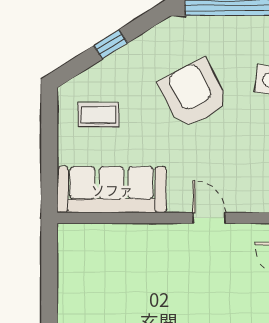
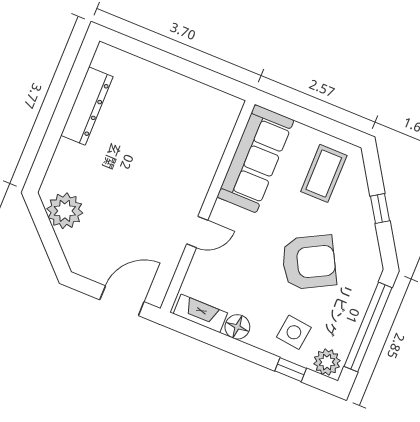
coffee table: (98, 115) -> (324, 173), width x1.36, depth x1.30

